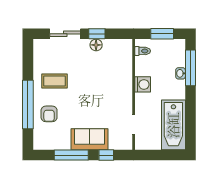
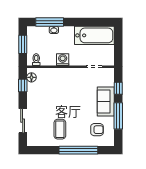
window: (97, 34) -> (23, 85), moved
floor lamp: (96, 45) -> (31, 77), moved
armchair: (49, 114) -> (97, 130), moved

